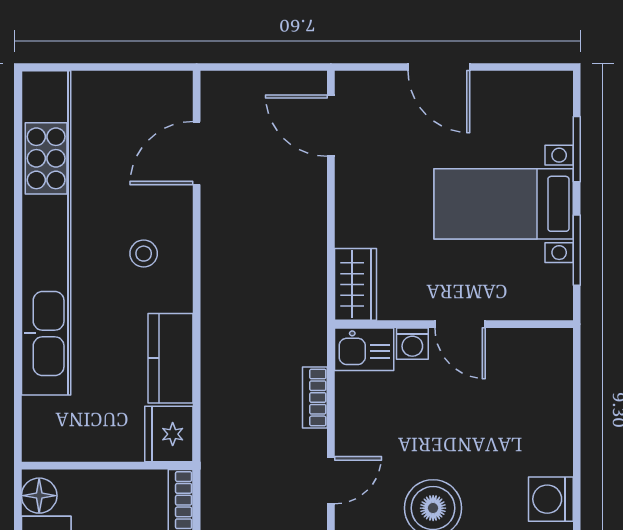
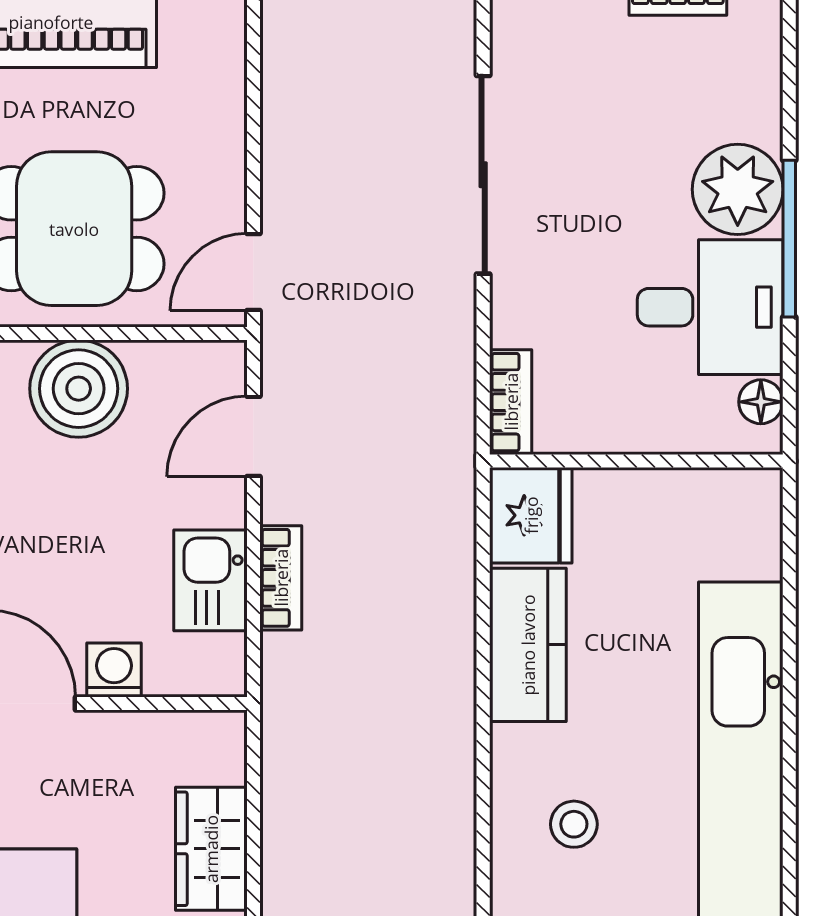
wardrobe: (355, 284) -> (211, 849), moved
kitchen sink: (364, 349) -> (211, 580), moved, turned -90
floor lamp: (39, 496) -> (761, 402), width x0.73, depth x0.73

